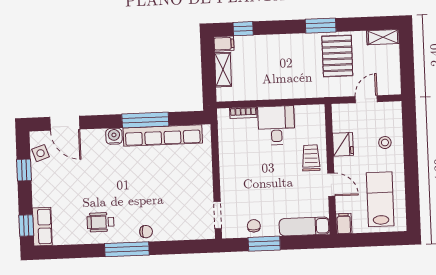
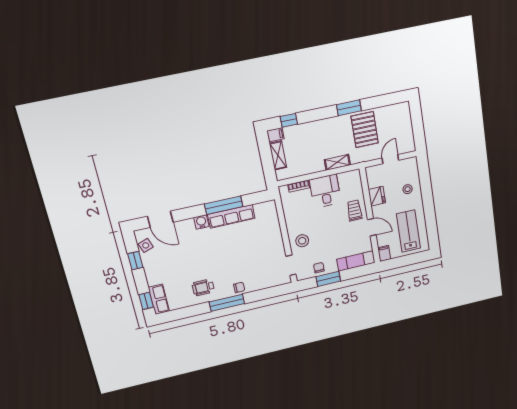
shelving: (383, 37) -> (337, 162), moved
row of seats: (163, 135) -> (231, 216), width x0.73
stool: (237, 185) -> (302, 241), added

